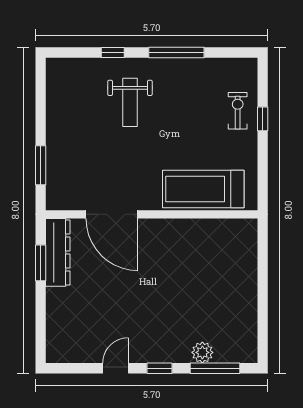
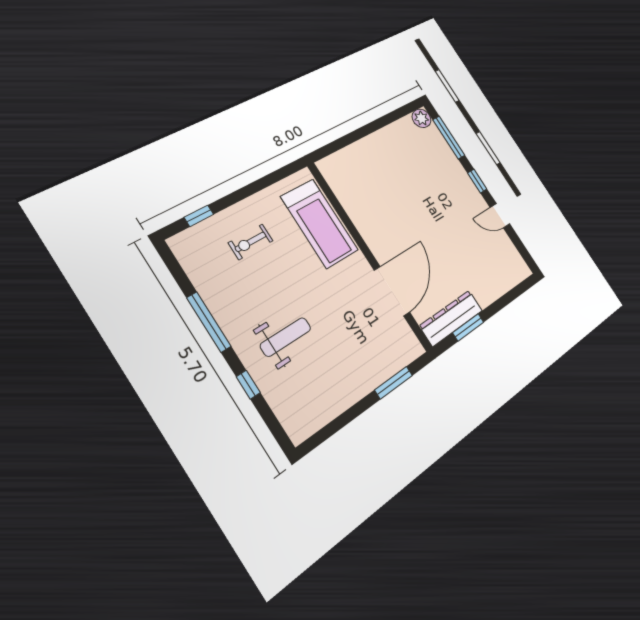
exercise bike: (238, 111) -> (251, 242), moved
window: (263, 119) -> (199, 216), moved
plant: (202, 352) -> (422, 118), moved

